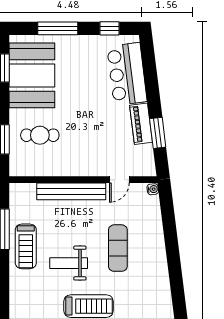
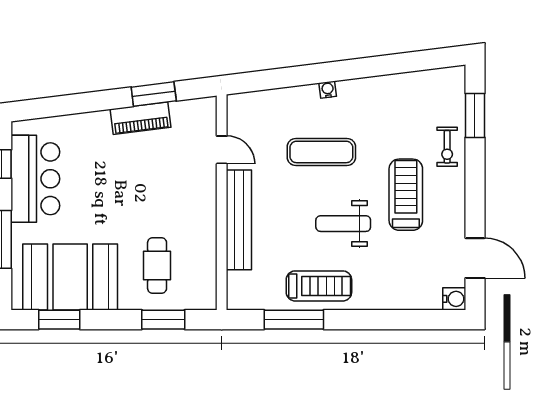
bar counter: (127, 74) -> (35, 179), moved, turned -83
water cooler: (153, 189) -> (328, 90), moved
weight bench: (69, 263) -> (343, 224), turned 90

